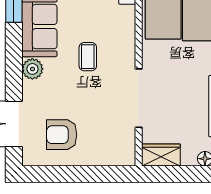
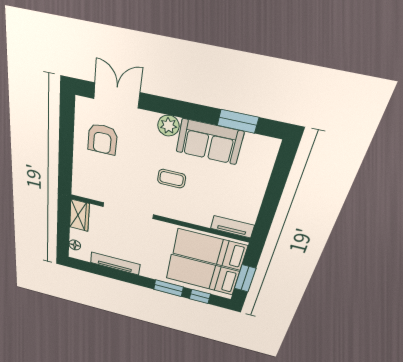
armchair: (62, 135) -> (102, 139), turned 180

